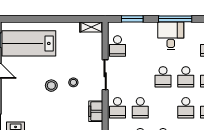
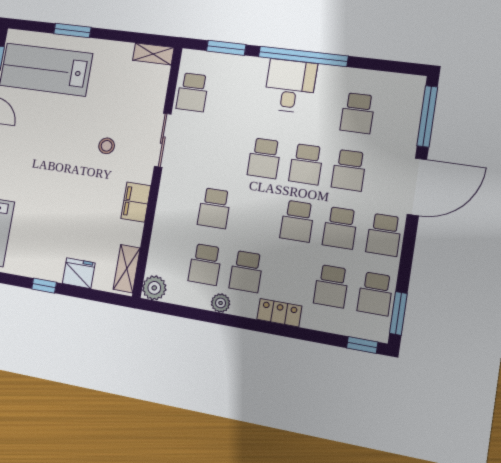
window: (41, 19) -> (72, 30), added
window: (175, 19) -> (303, 56), width x1.46
stool: (51, 86) -> (69, 146), removed
school desk: (117, 108) -> (174, 202), removed

